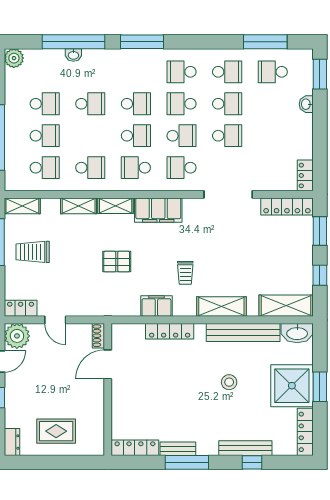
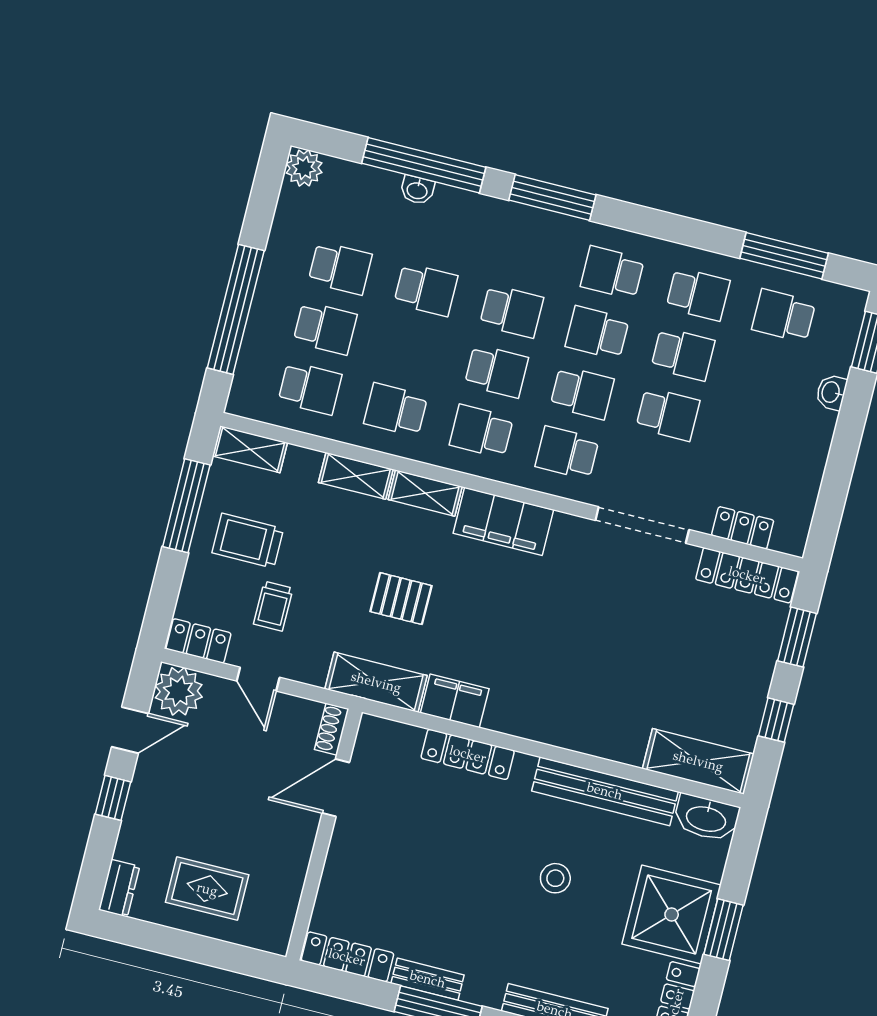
school desk: (90, 168) -> (396, 410), turned 180
locker: (305, 175) -> (743, 528), moved, turned 90
trolley: (185, 273) -> (273, 606), moved
shelving: (221, 307) -> (376, 682), moved

